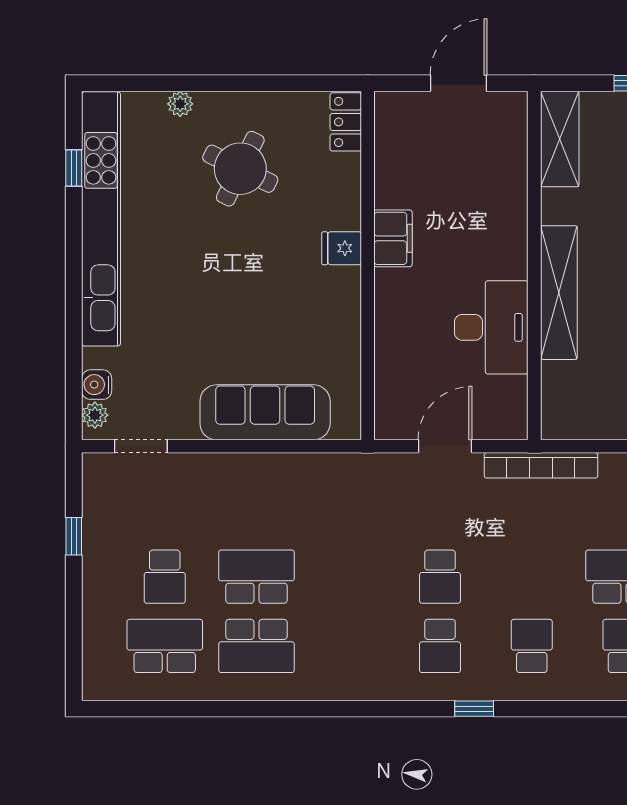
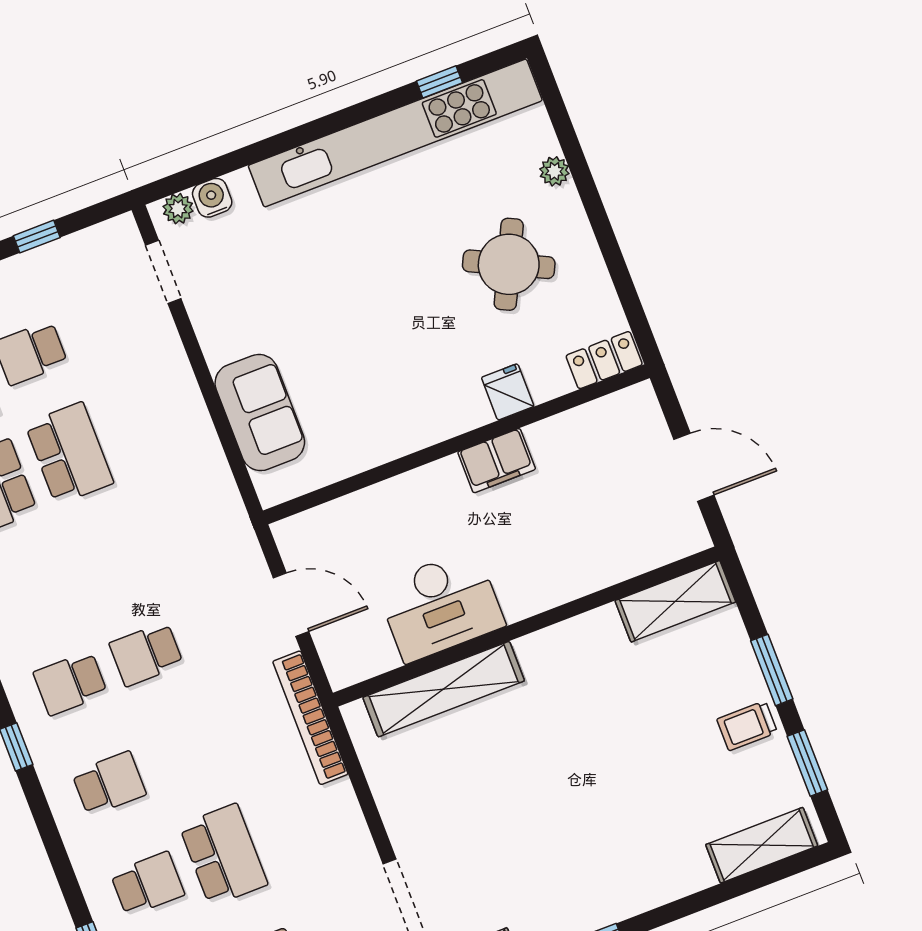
fridge: (342, 248) -> (508, 392), moved
shelving: (559, 293) -> (444, 689), moved
sofa: (265, 412) -> (260, 413), width x0.73

